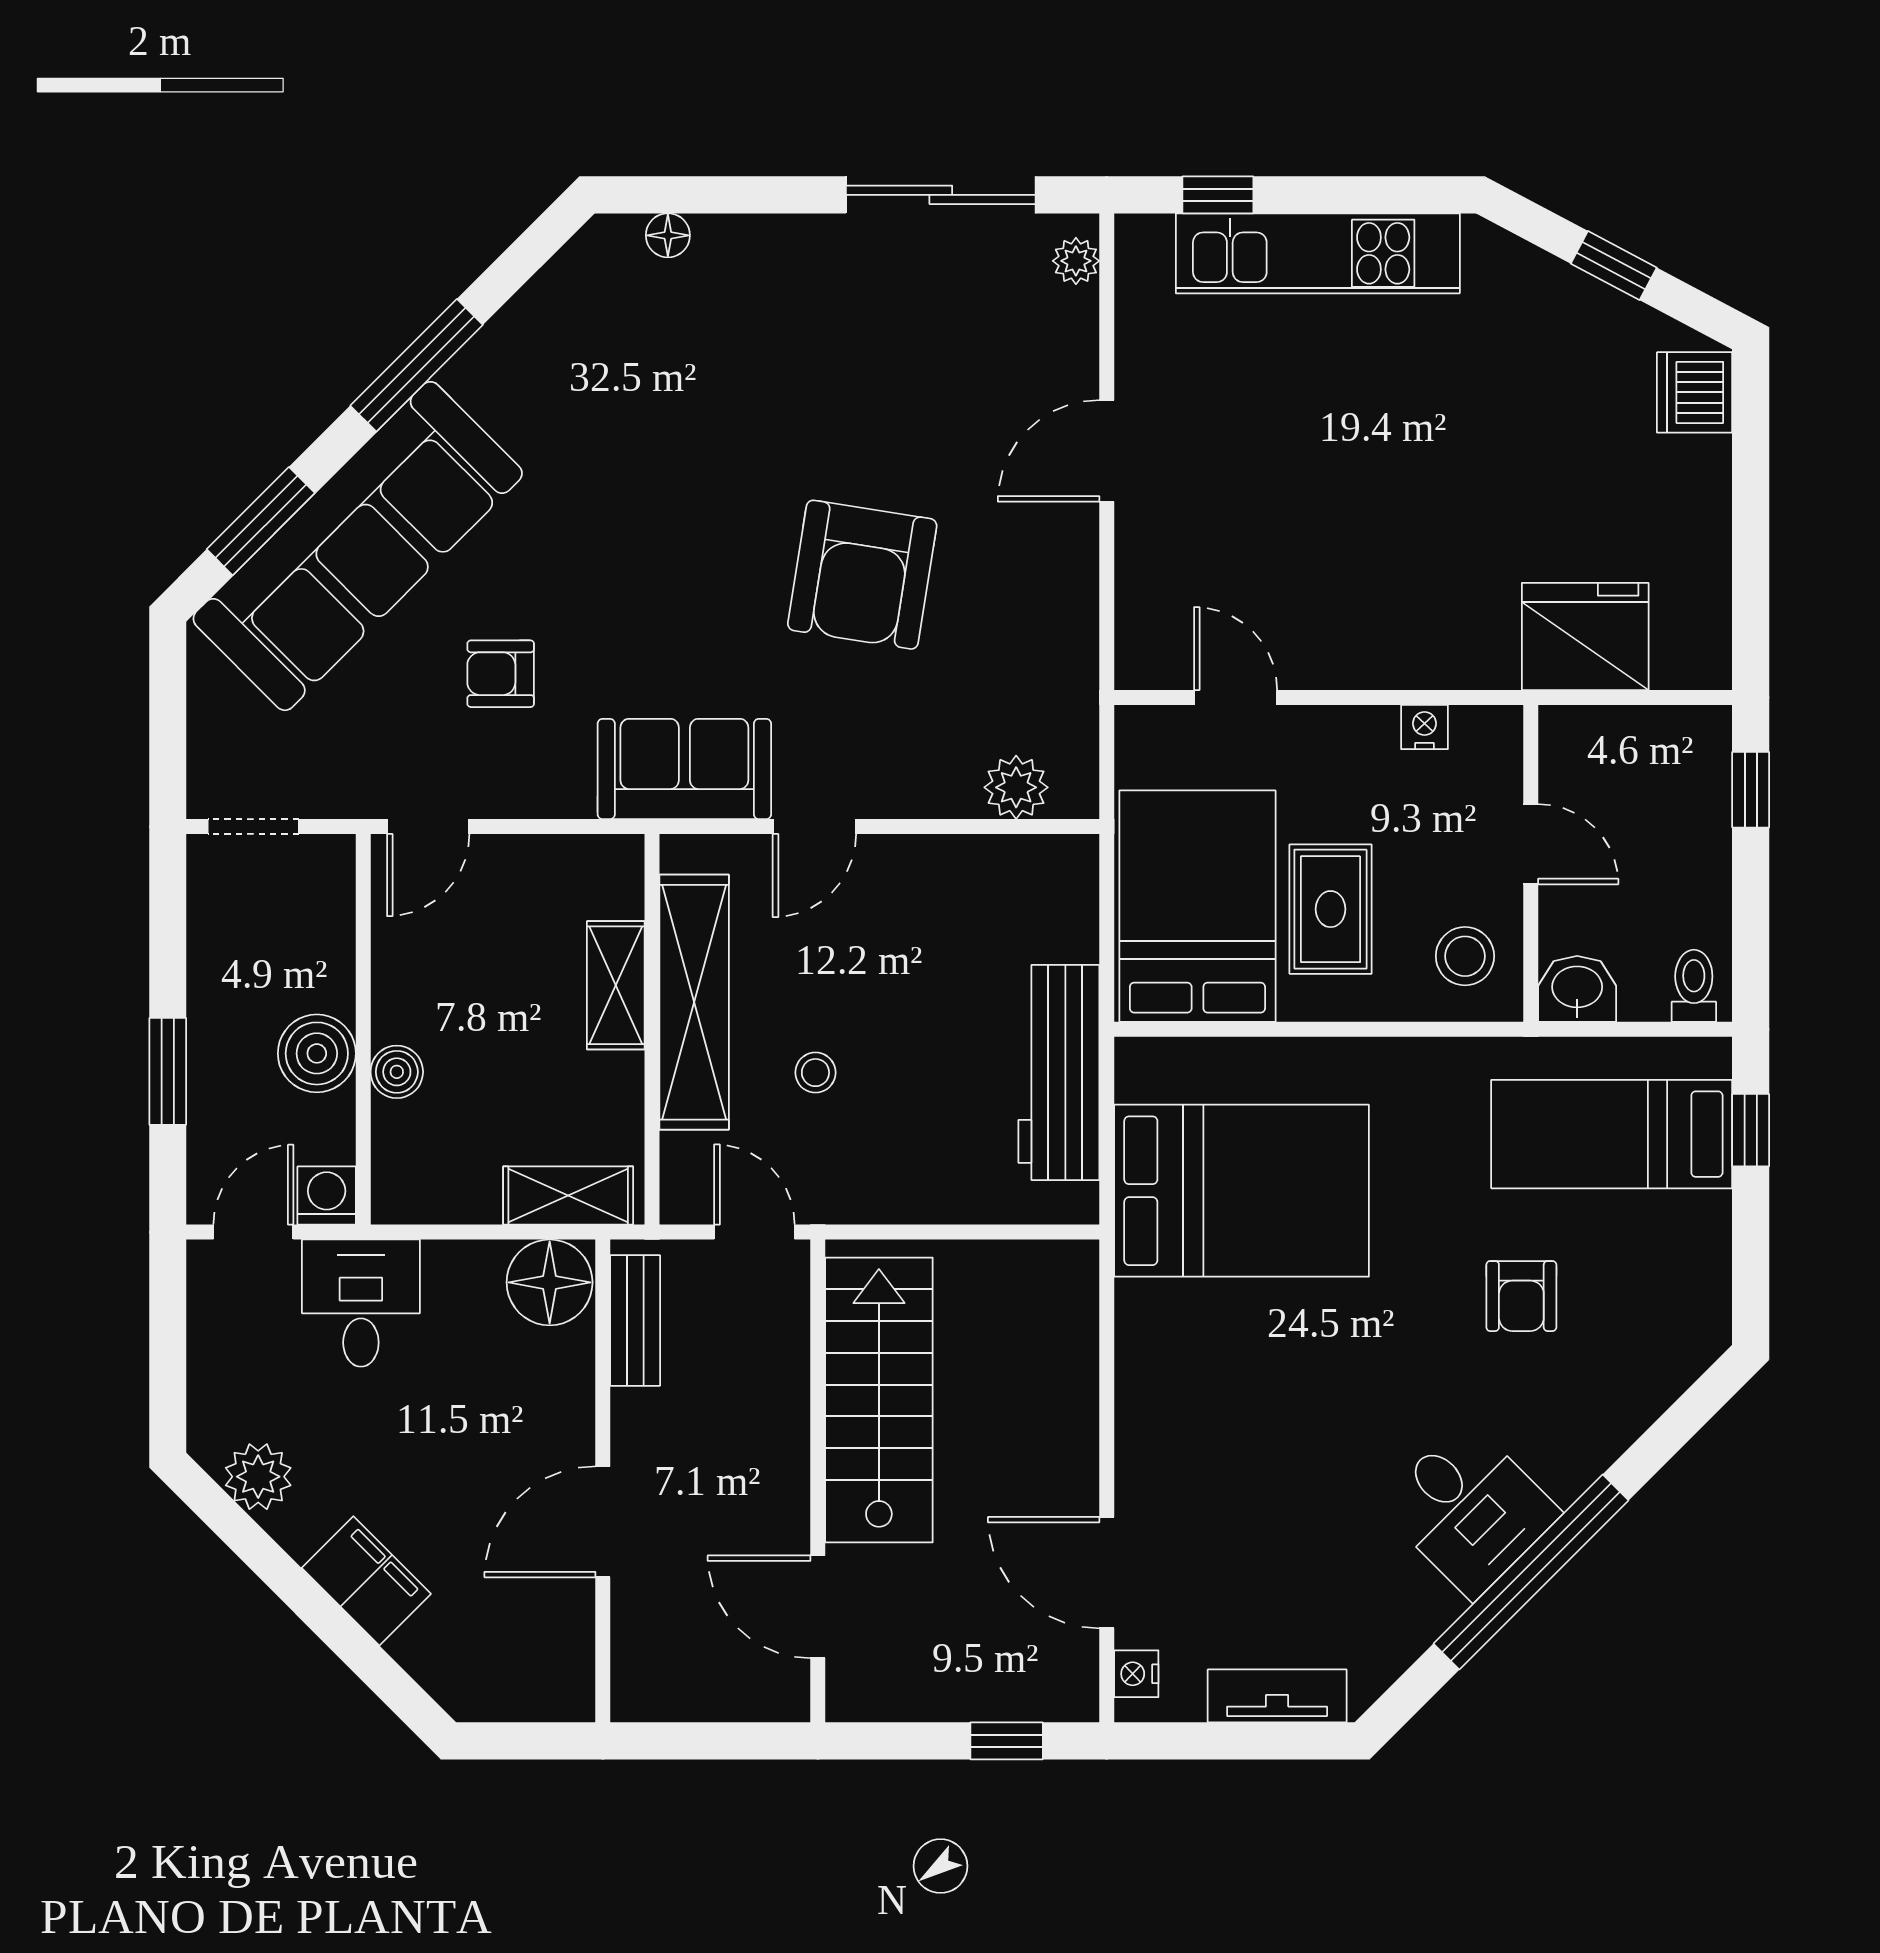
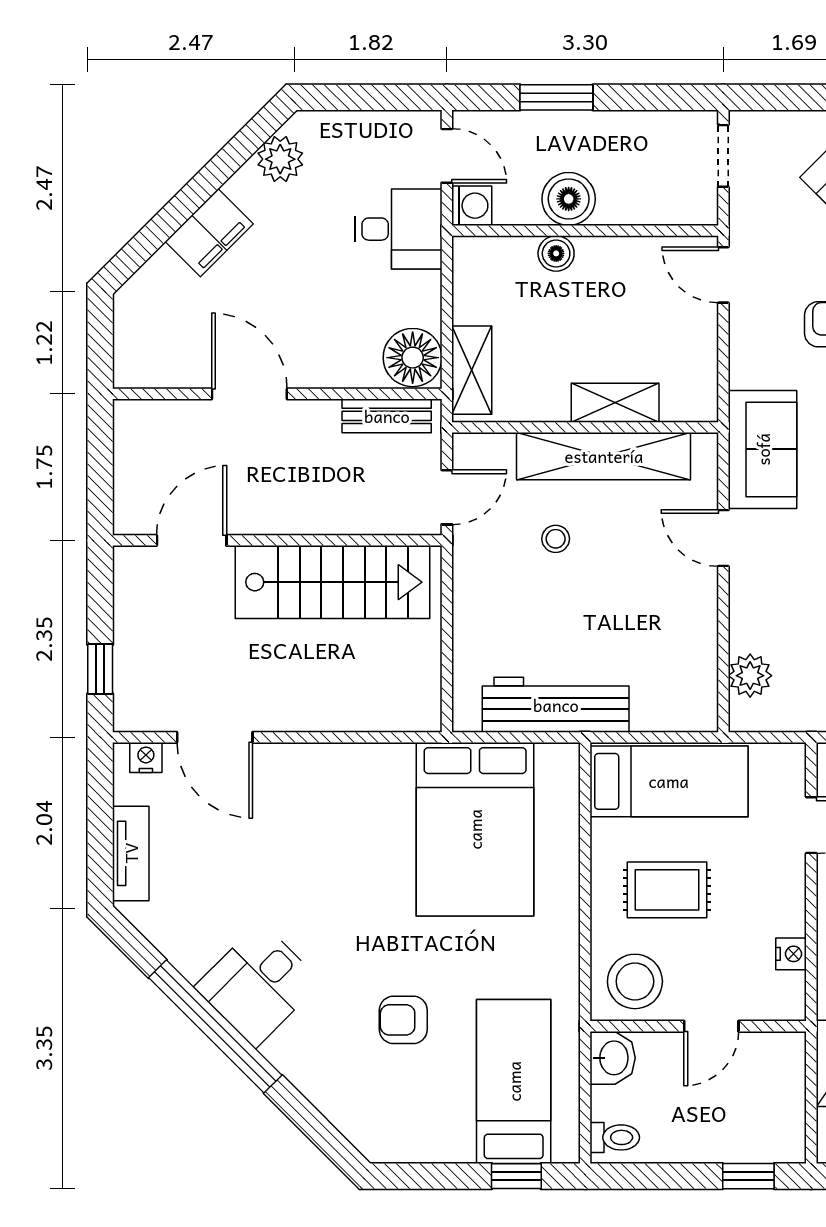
bed: (1197, 906) -> (669, 781), width x0.67
stool: (1465, 956) -> (635, 981), width x1.38, depth x1.38
door: (1107, 1573) -> (215, 737), swing flipped

